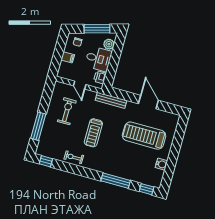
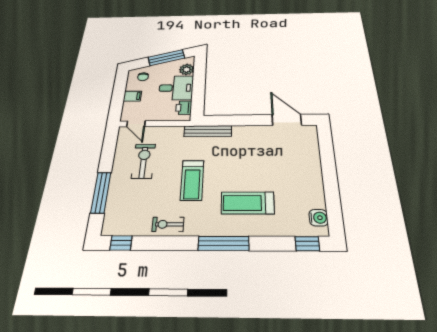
door: (80, 85) -> (136, 124), moved
door: (148, 102) -> (287, 120), moved
treadmill: (144, 136) -> (248, 203), moved, width x0.73, depth x0.73
water cooler: (161, 164) -> (318, 218), moved
window: (116, 181) -> (224, 243), moved

